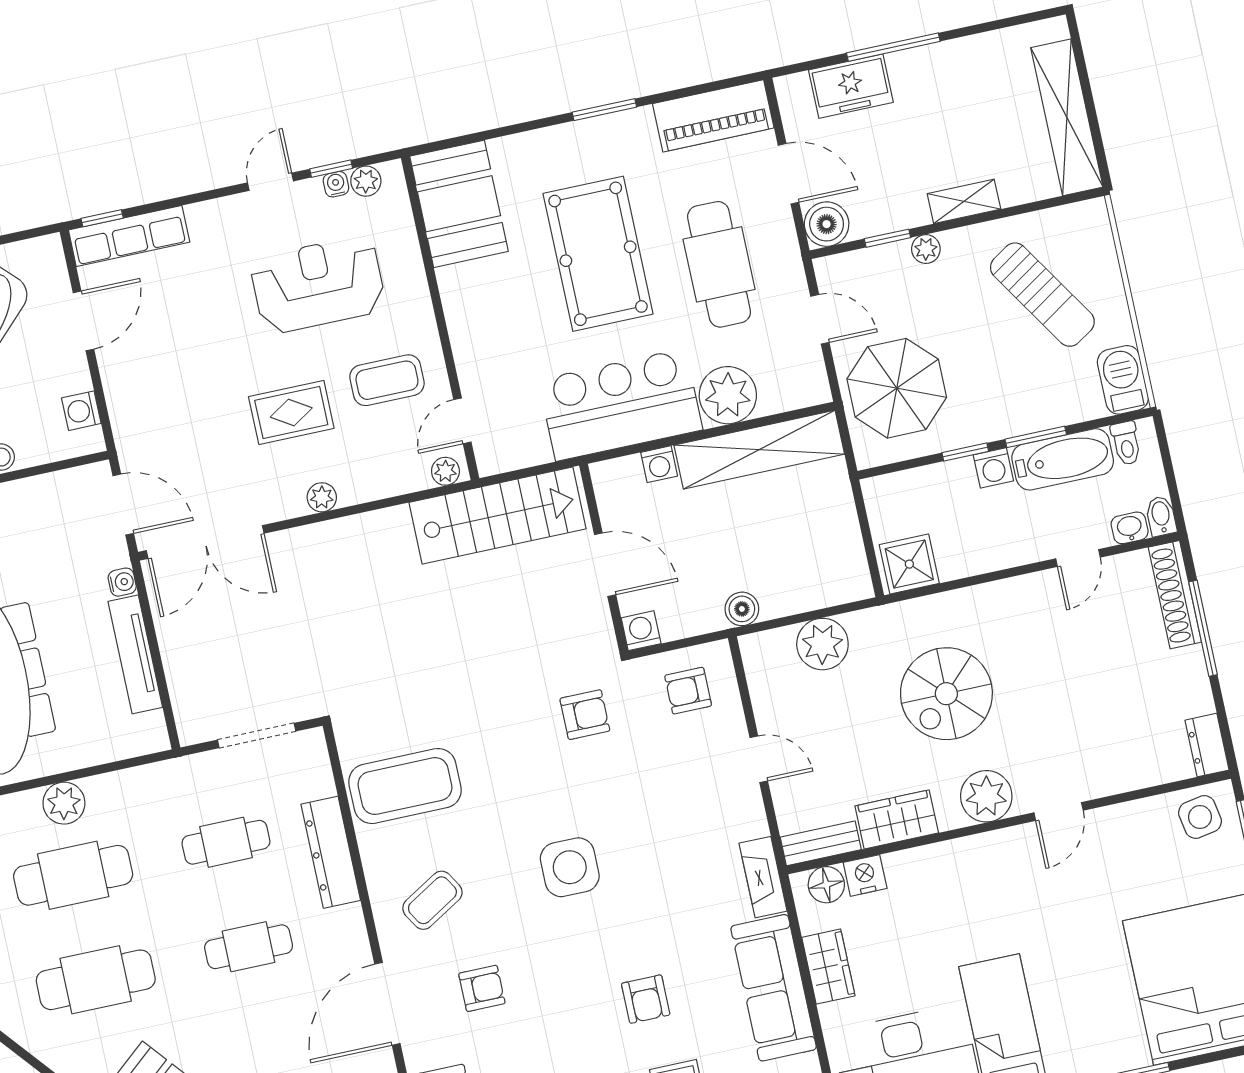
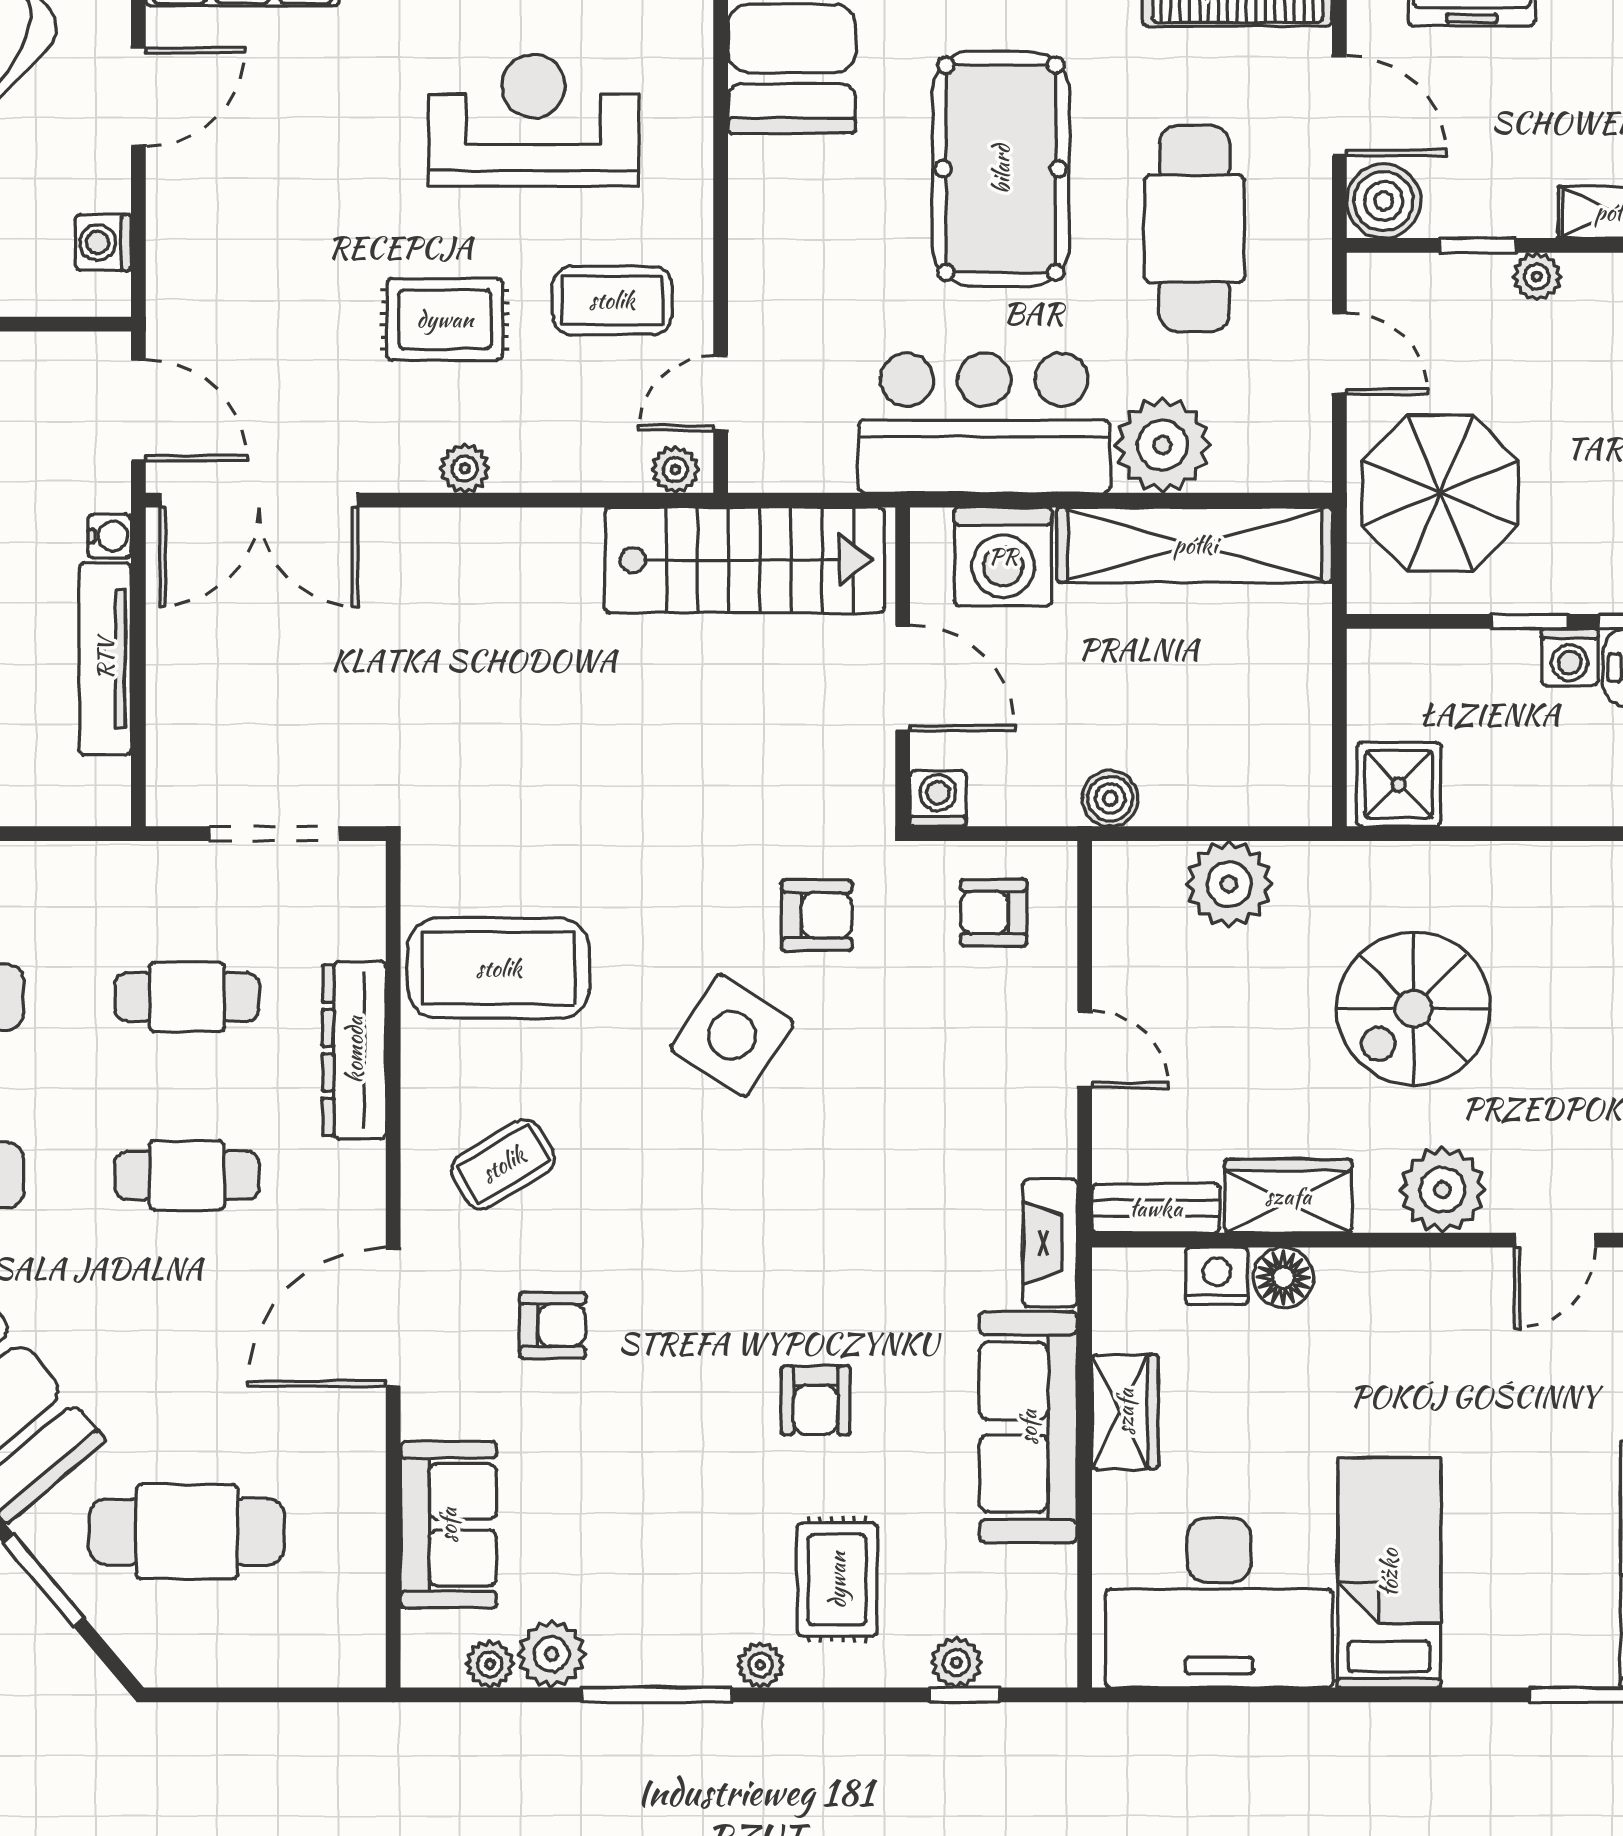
washing machine: (659, 464) -> (1003, 556), width x1.89, depth x1.89
side table: (570, 867) -> (732, 1035), moved, turned 33
floor lamp: (826, 885) -> (1283, 1278), moved

